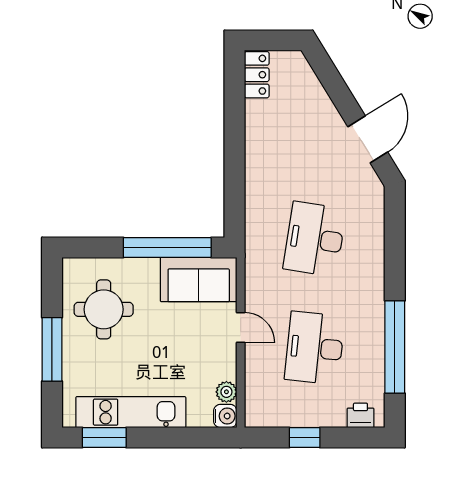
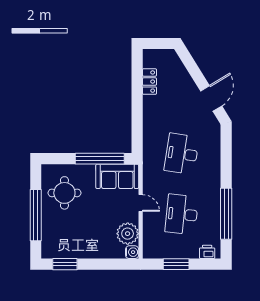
locker: (257, 75) -> (149, 82), moved
window: (52, 349) -> (36, 215), width x1.46
plant: (226, 392) -> (128, 234), width x1.88, depth x1.88
kitchen unit: (131, 412) -> (80, 250), removed
window: (305, 438) -> (176, 264), width x1.50

